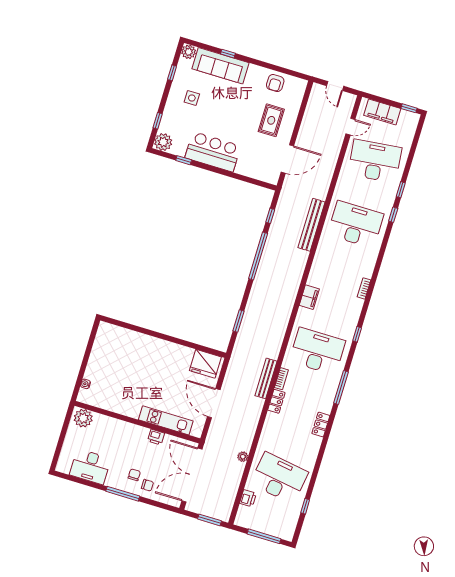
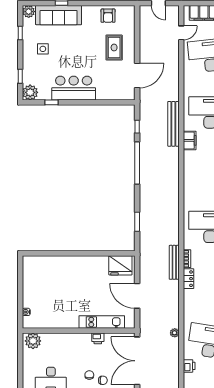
filing cabinet: (309, 297) -> (190, 140), moved

